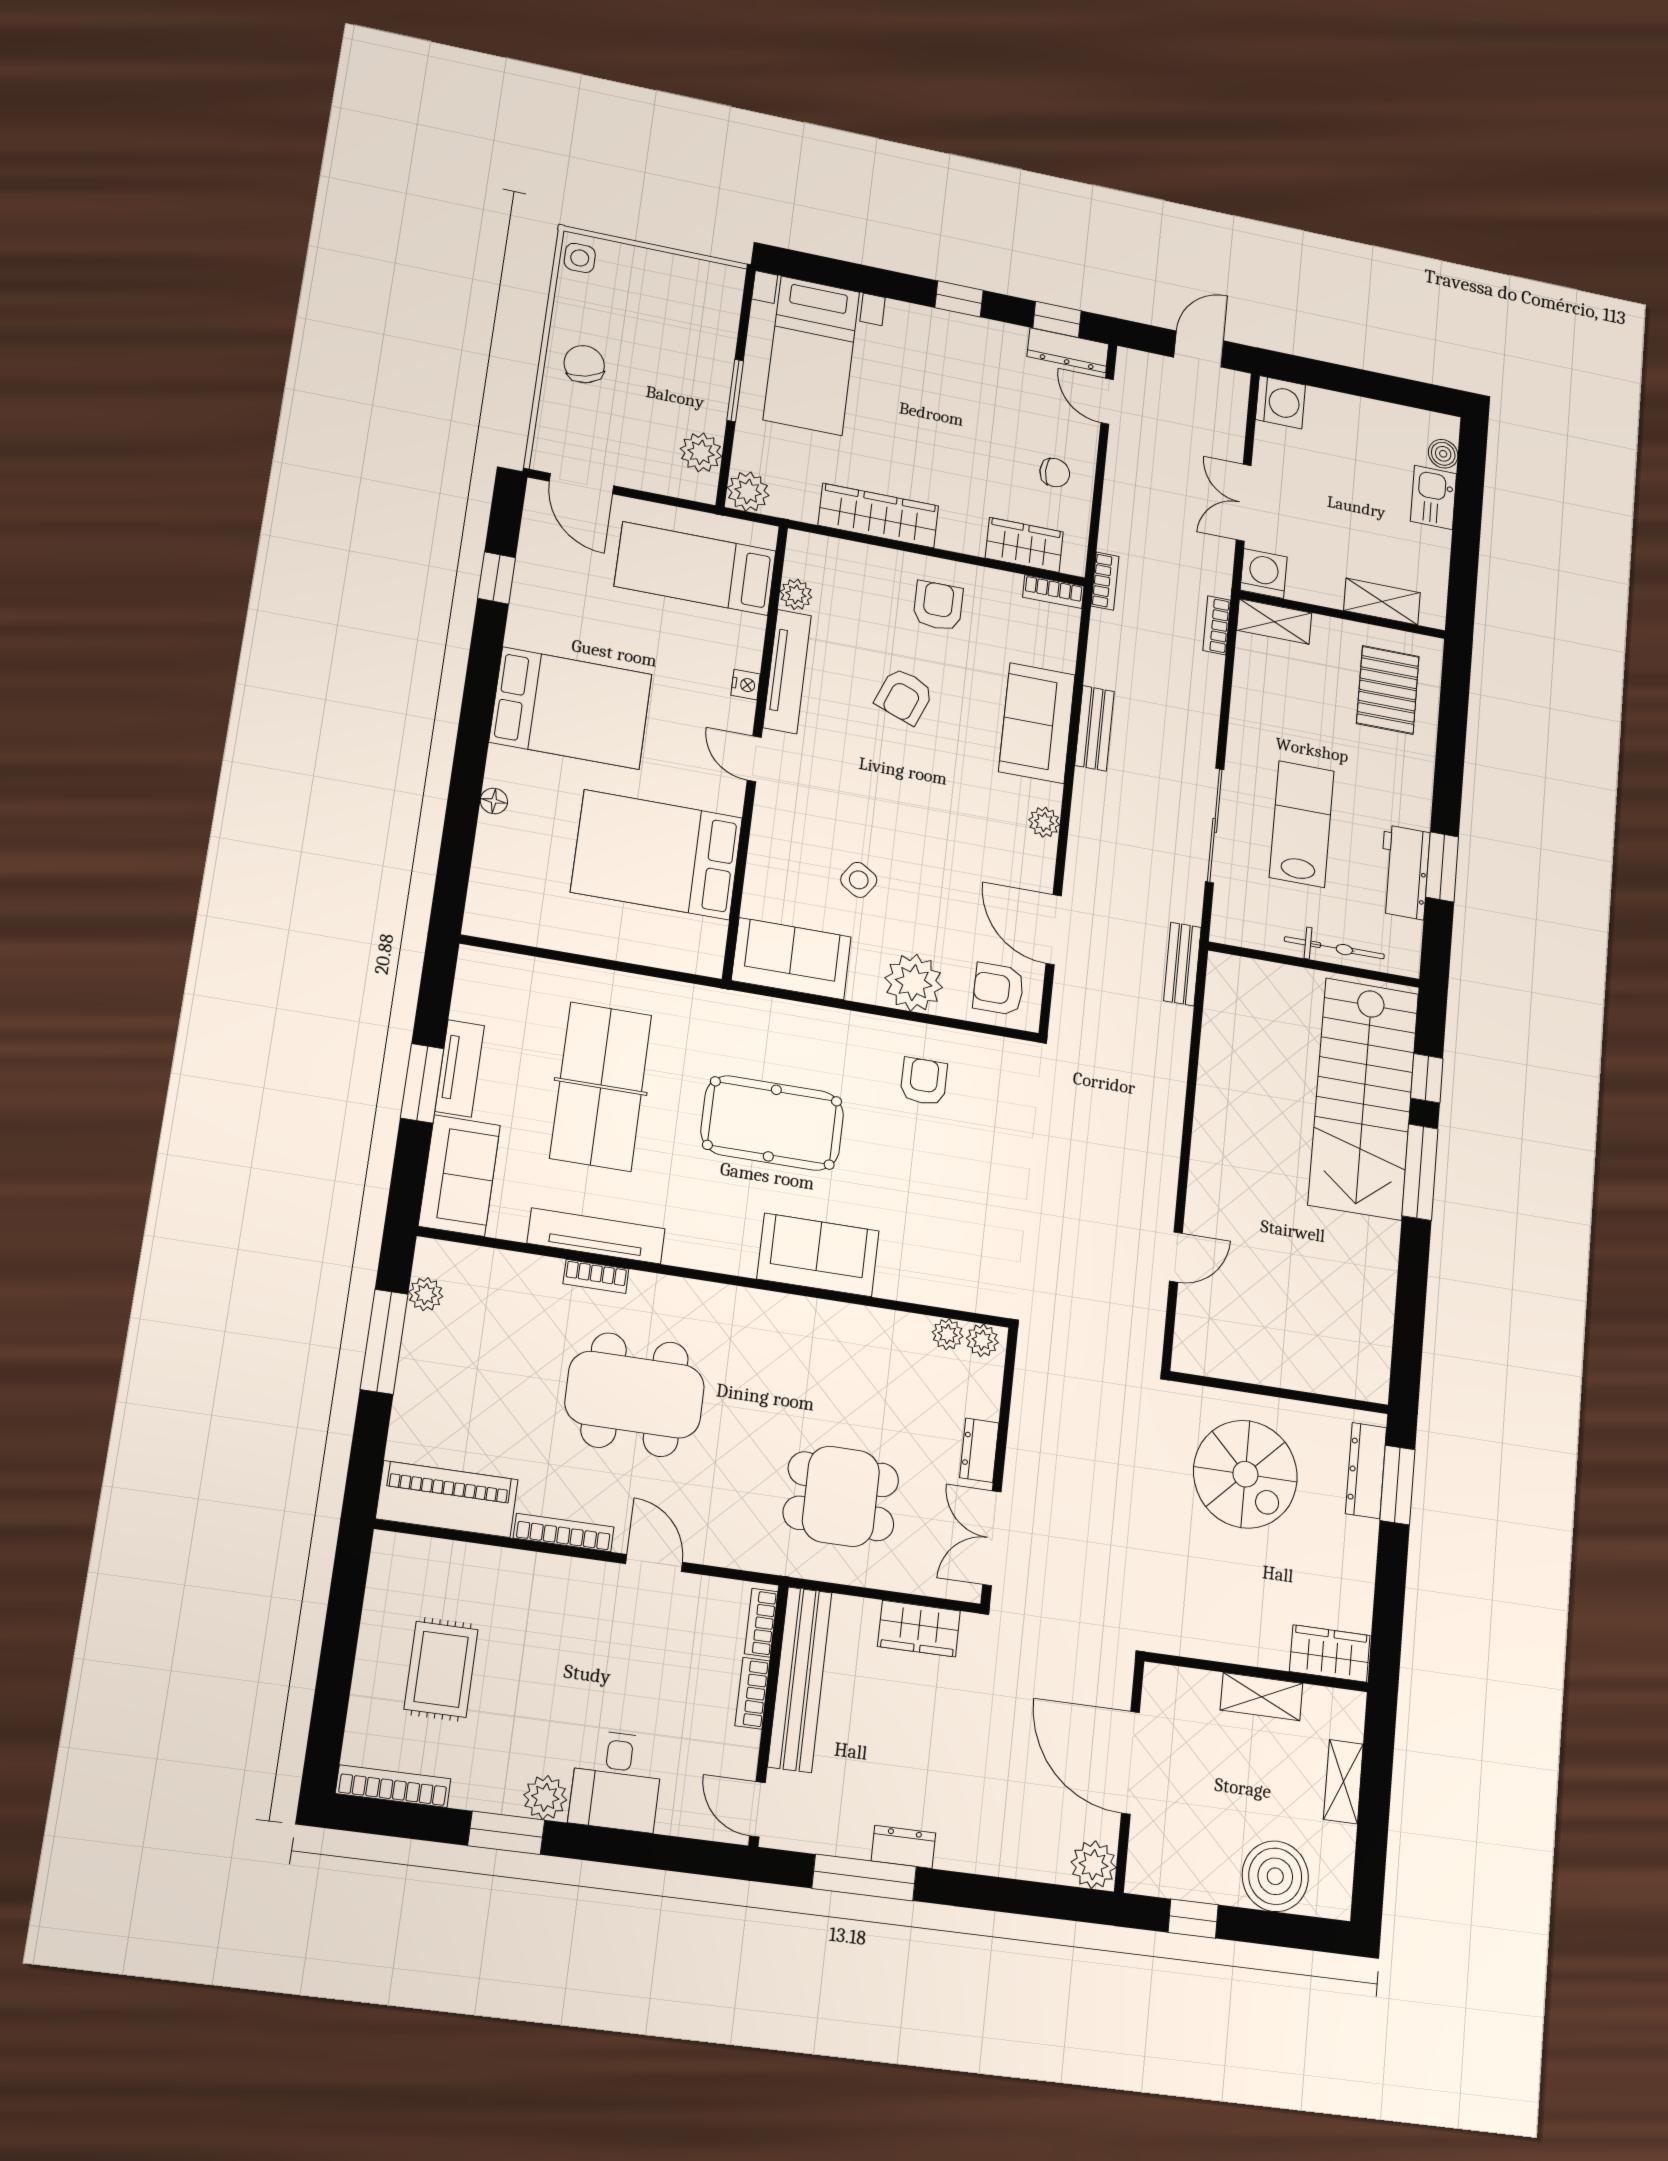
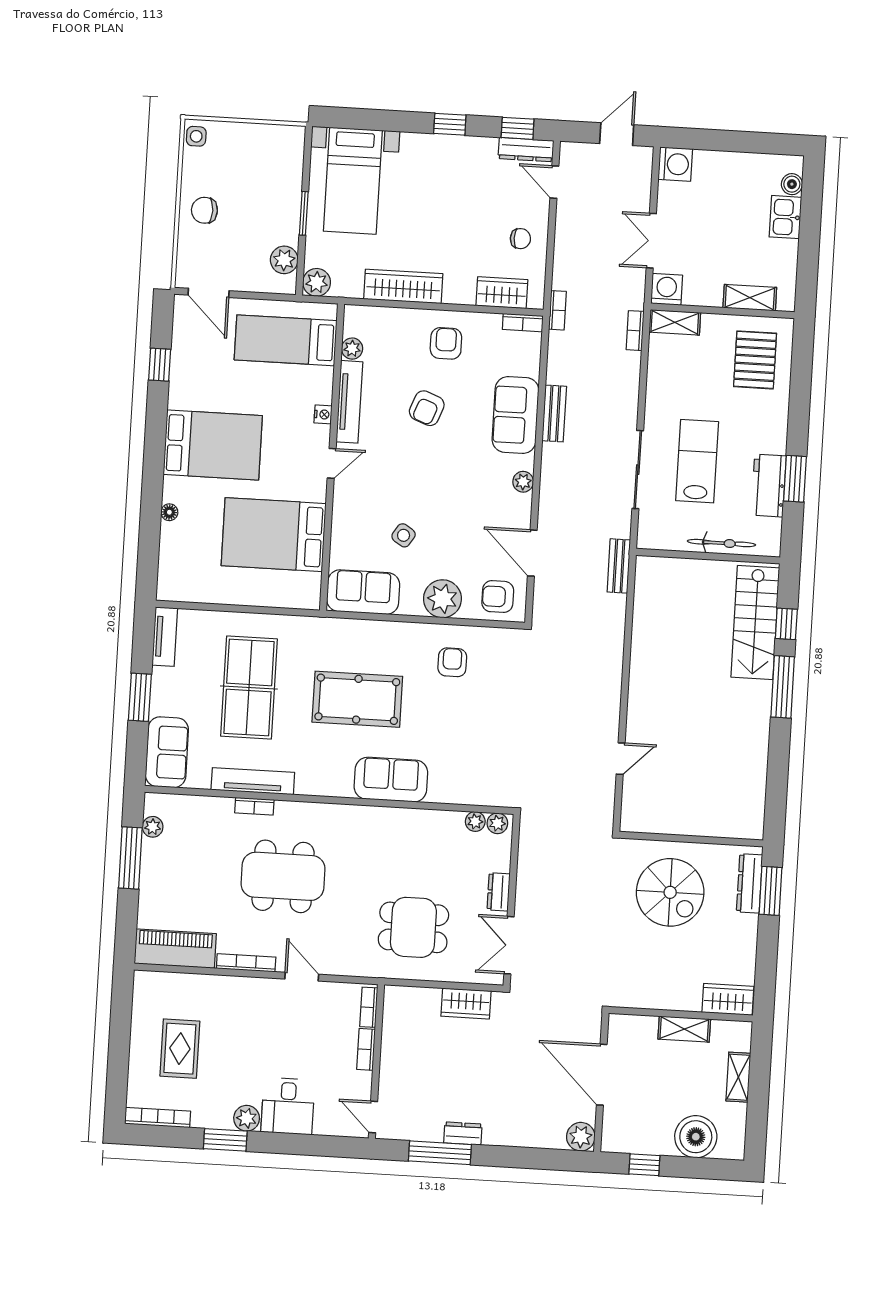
chair: (584, 364) -> (204, 210), turned -75
door: (754, 759) -> (332, 463), swing flipped
tv unit: (460, 1068) -> (165, 637), moved
stairs: (1364, 1099) -> (755, 623), width x0.73, depth x0.66
bench: (800, 1679) -> (394, 1039), removed

